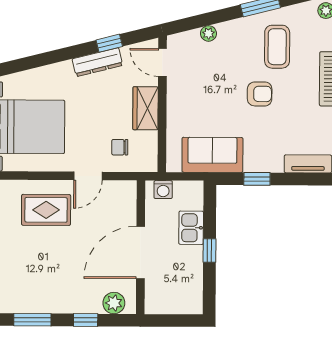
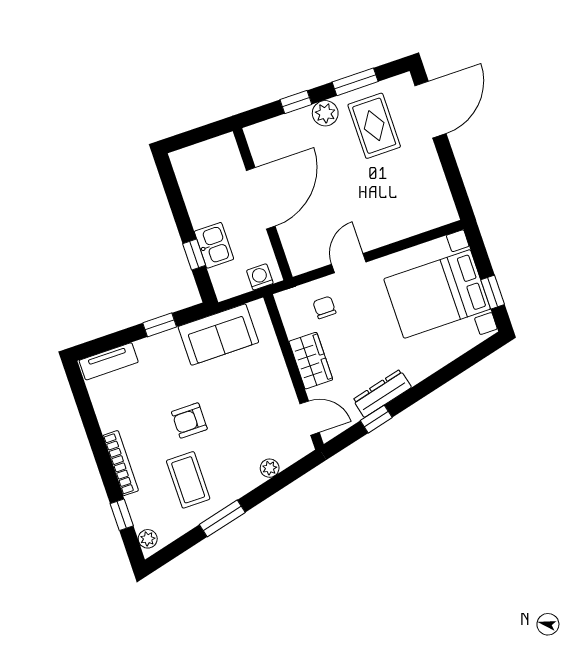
chair: (120, 147) -> (324, 307), turned -90
rug: (46, 210) -> (374, 126), moved, turned 90
window: (209, 250) -> (194, 255), moved
plant: (114, 303) -> (325, 113), moved

